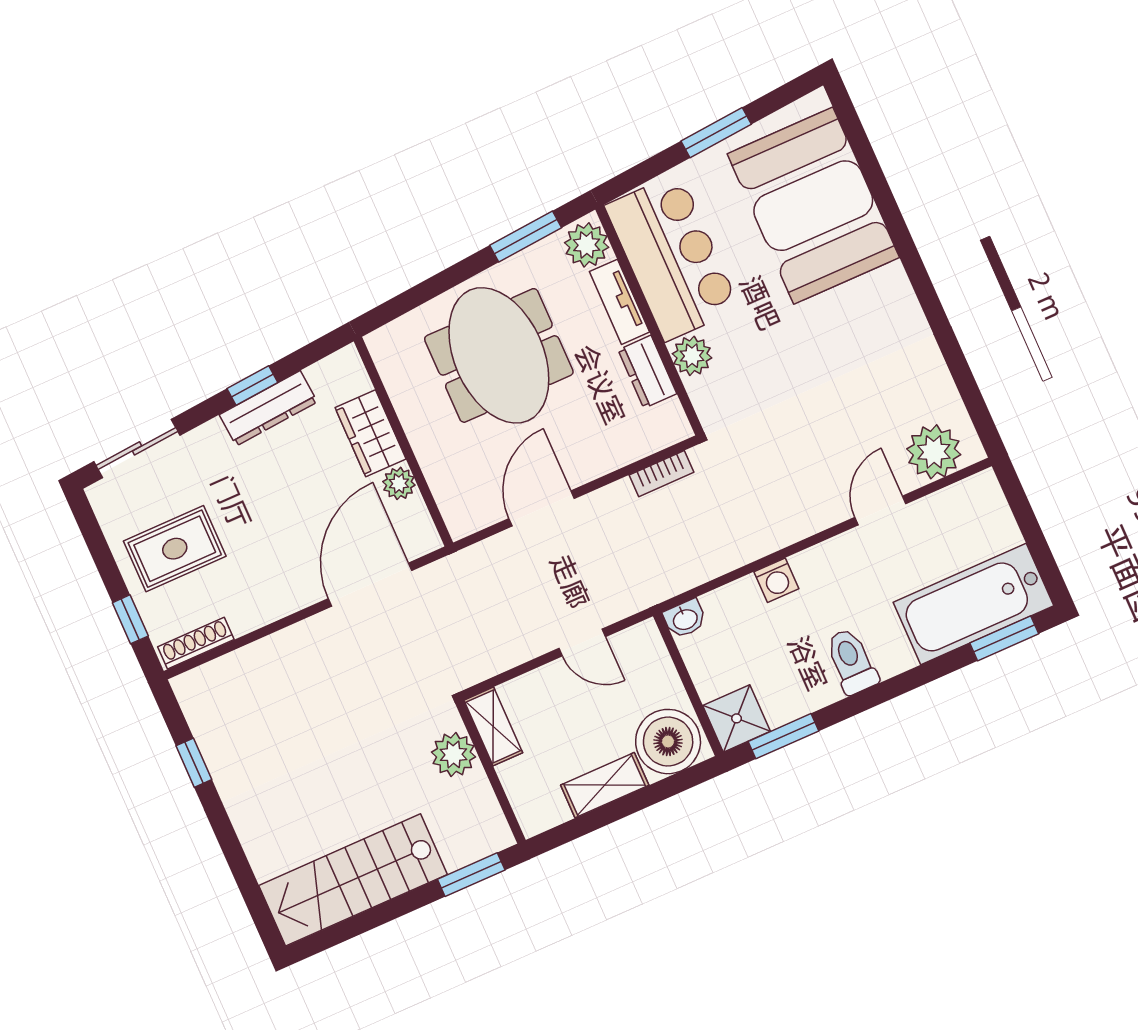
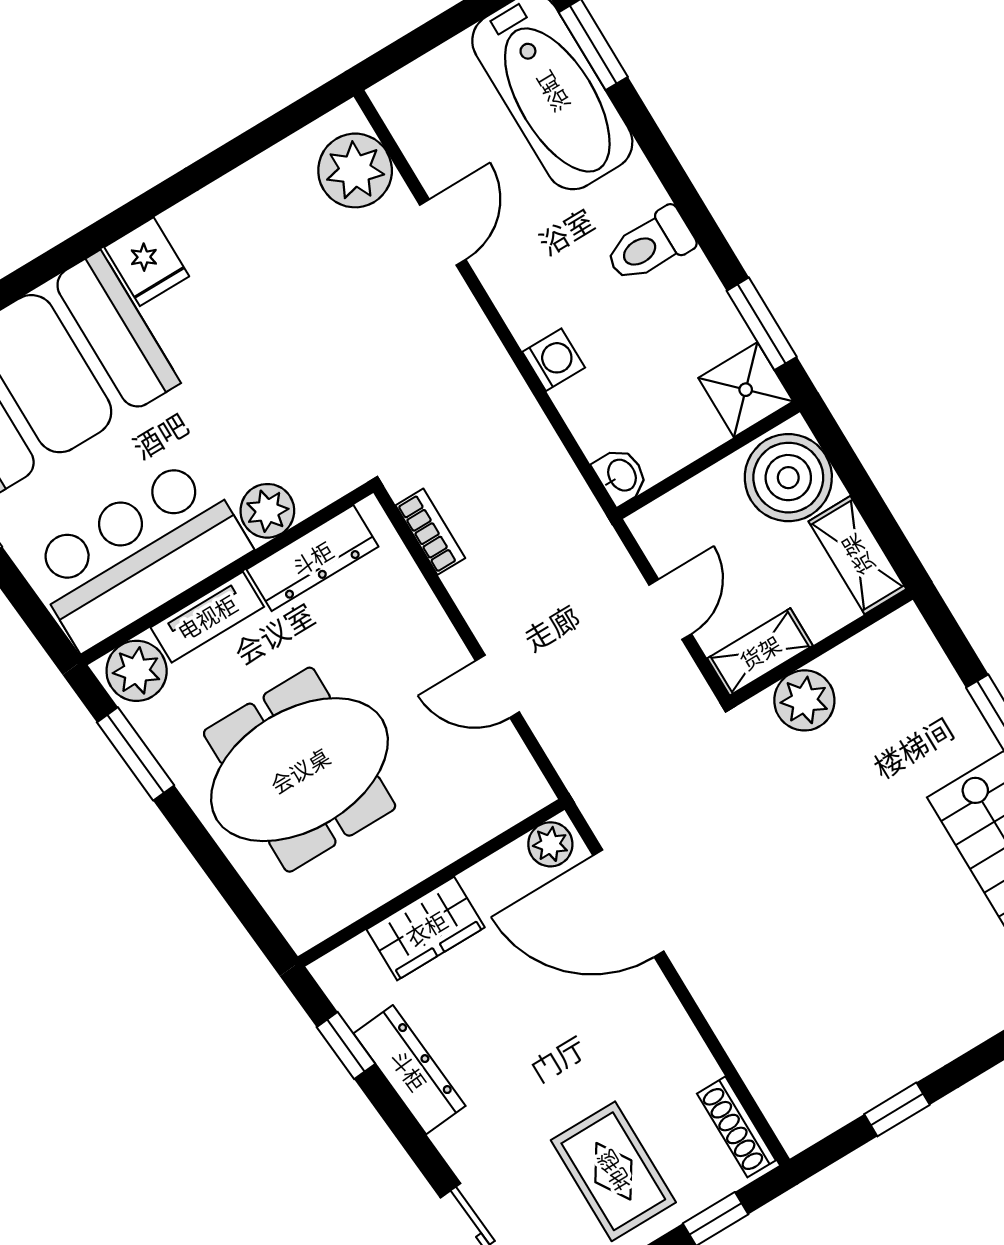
fridge: (886, 290) -> (147, 262), added
dresser: (647, 372) -> (312, 558), width x1.44
window: (252, 386) -> (346, 1046), moved
plant: (399, 483) -> (550, 844), moved
door: (542, 508) -> (497, 686), width x0.73
door: (880, 510) -> (443, 232), swing flipped
shelving: (493, 726) -> (760, 652), moved
plant: (453, 755) -> (804, 700), moved
wall: (491, 772) -> (821, 648), moved

